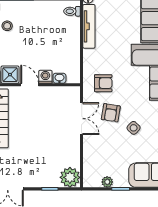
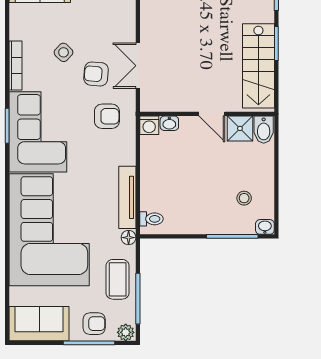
washing machine: (45, 77) -> (149, 125), moved
armchair: (103, 83) -> (107, 116), turned 180
armchair: (111, 113) -> (96, 74), turned -95

